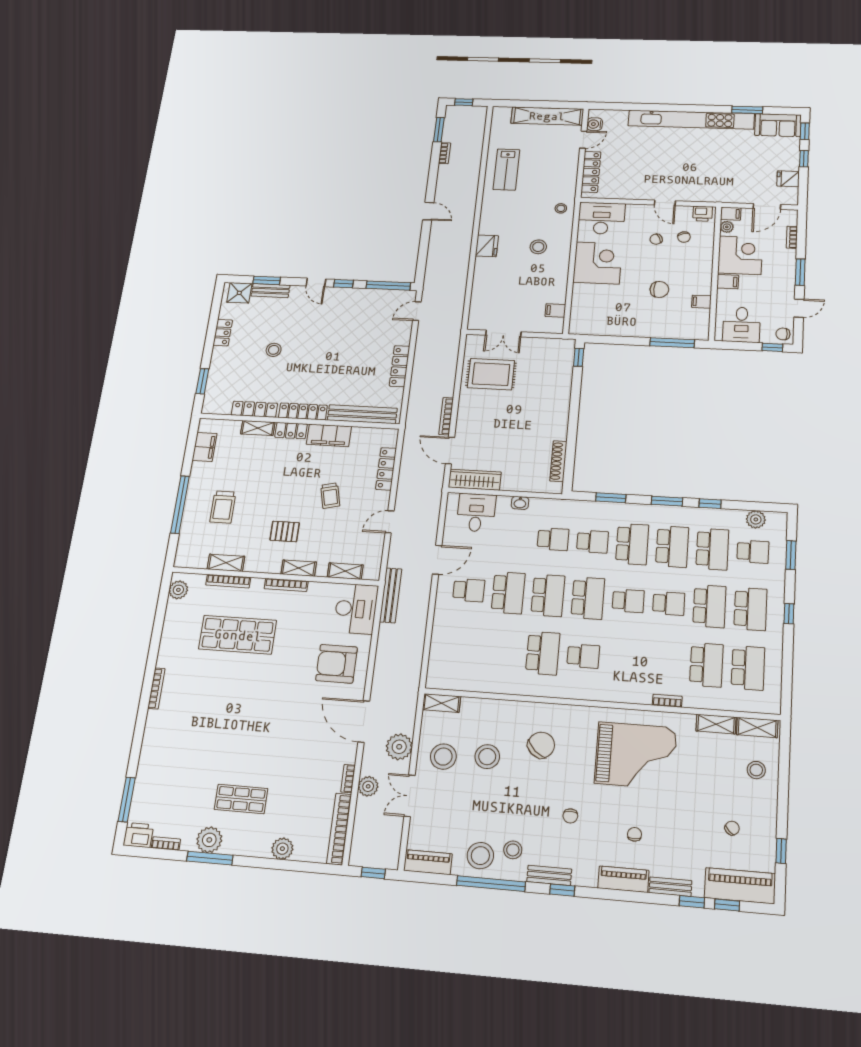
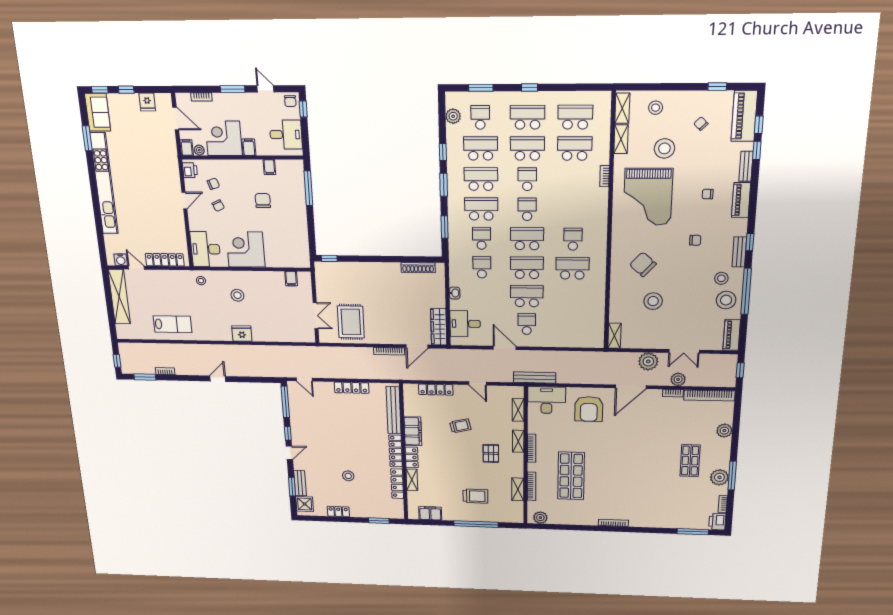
grand piano: (636, 755) -> (648, 197), turned 180
stool: (443, 757) -> (664, 148), moved

